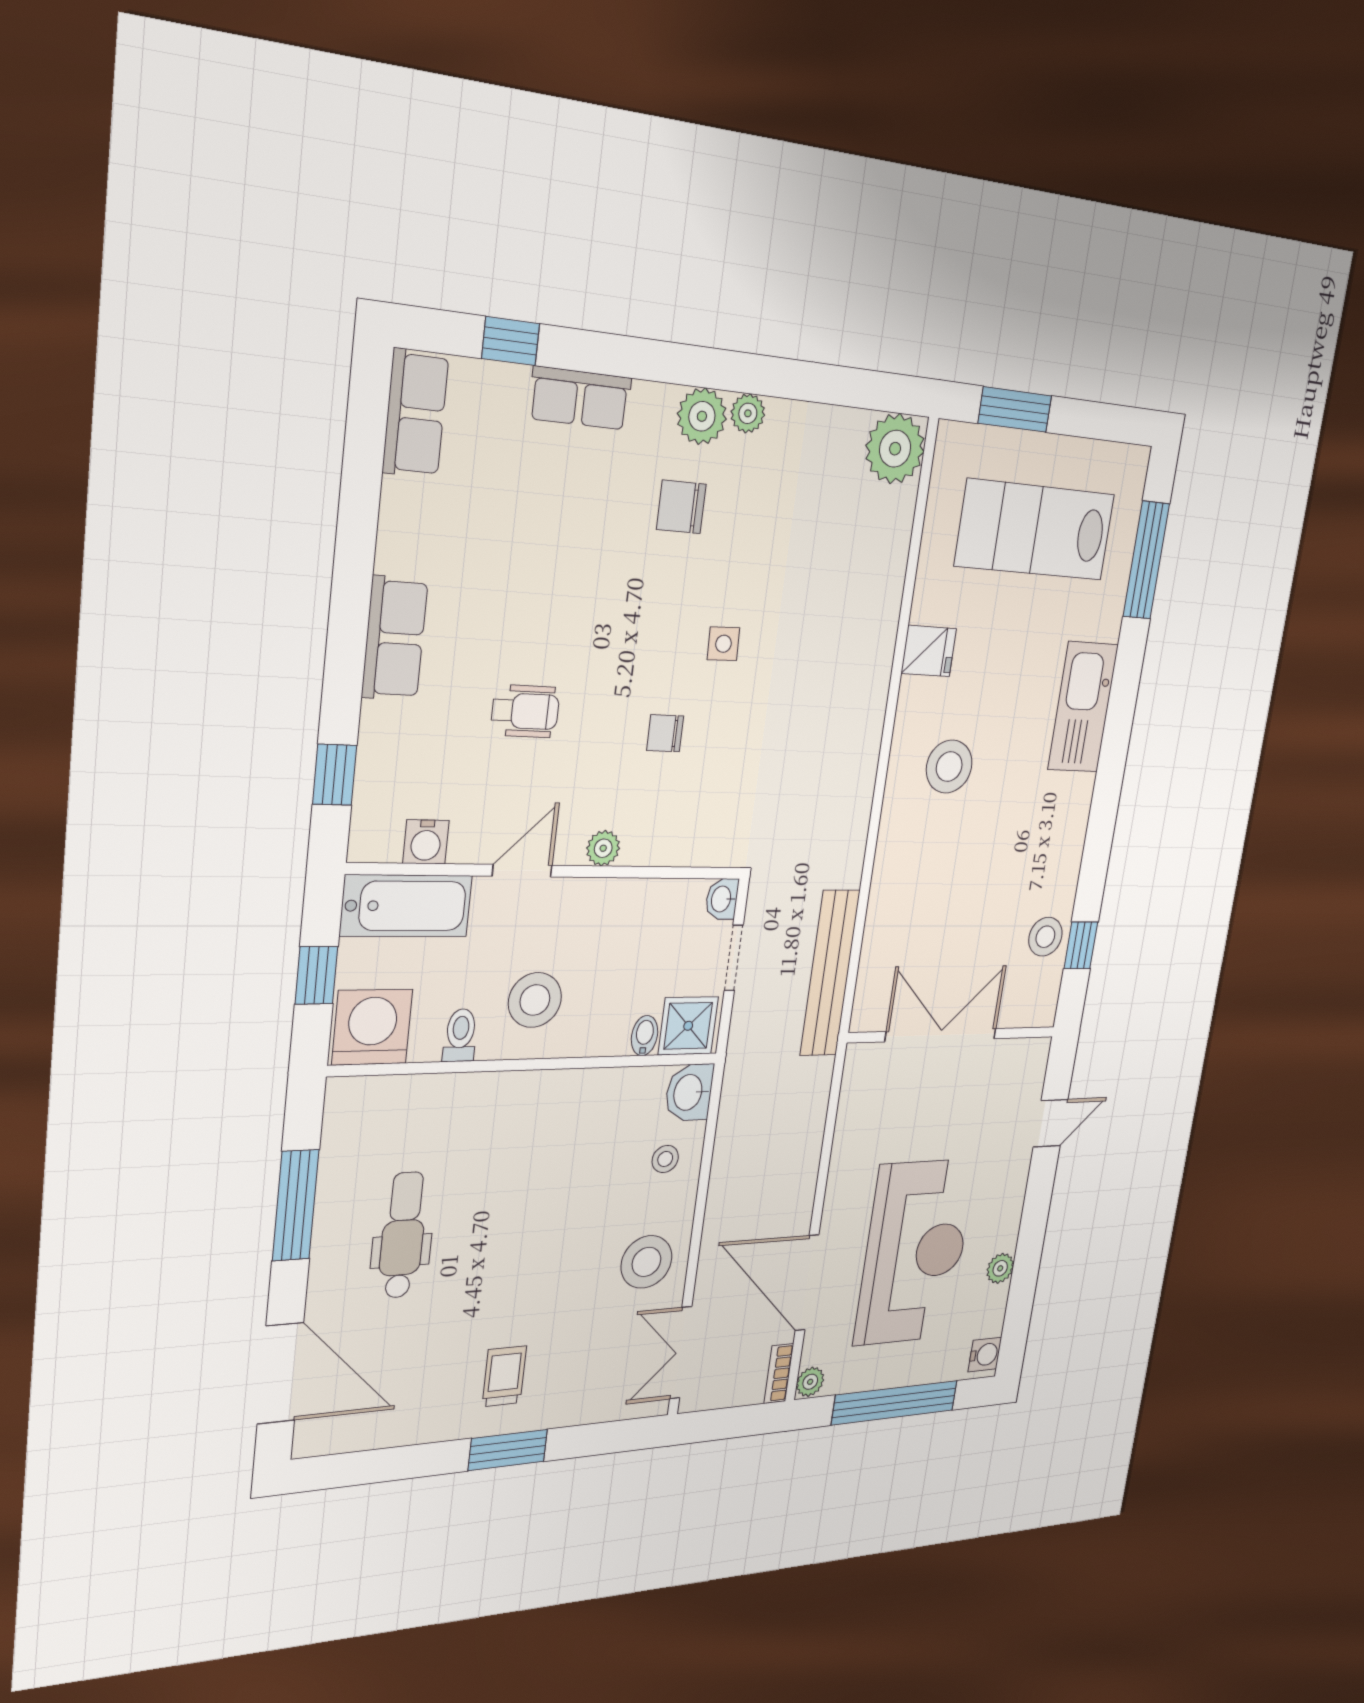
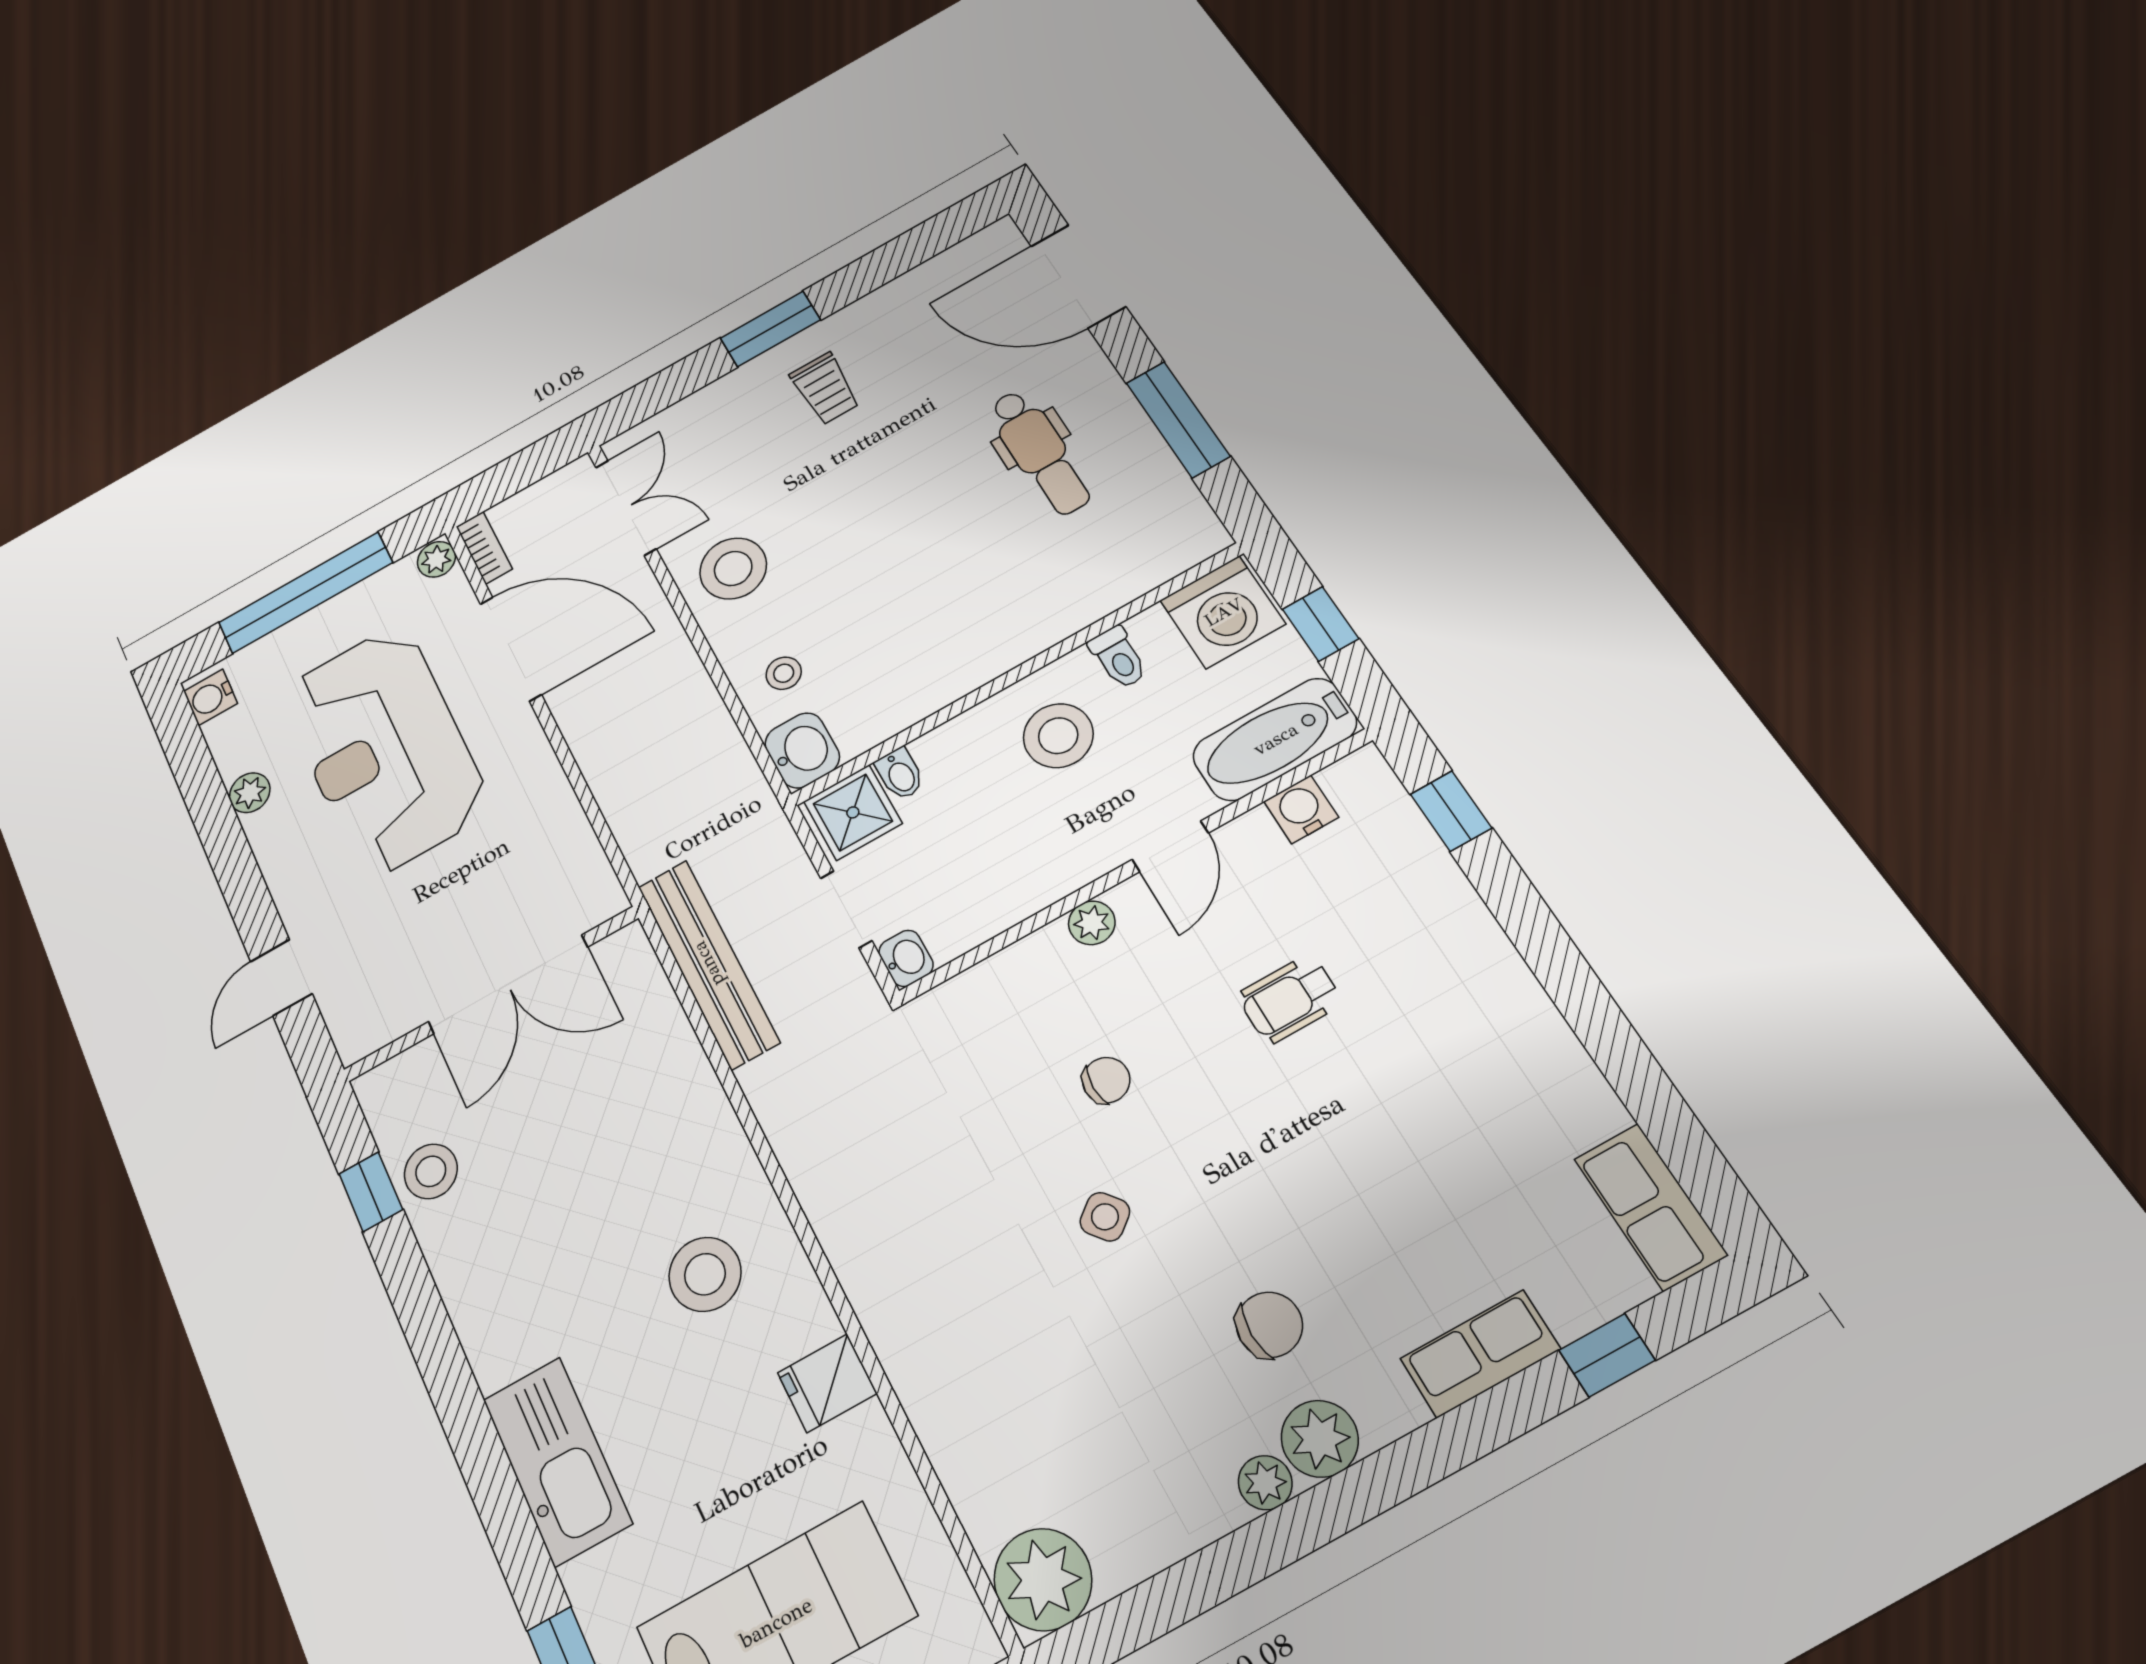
row of seats: (395, 638) -> (1492, 976), removed
side table: (724, 644) -> (1105, 1217), turned -37

